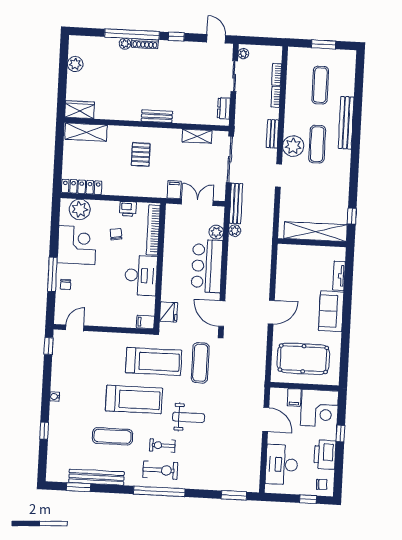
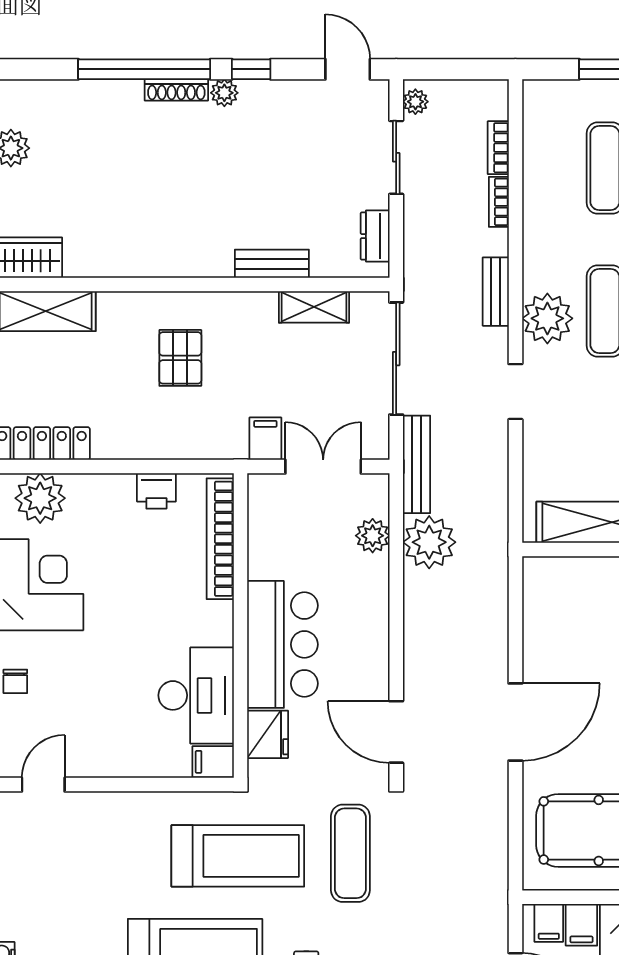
plant: (125, 44) -> (224, 93), moved
bench: (157, 116) -> (272, 264), moved
plant: (235, 231) -> (429, 542), width x1.88, depth x1.88
chair: (116, 234) -> (131, 554), removed
bar counter: (207, 266) -> (282, 644), moved, turned 180
desk: (141, 275) -> (196, 695), moved
door: (271, 312) -> (515, 722), width x1.36
filing cabinet: (281, 396) -> (549, 923), added

